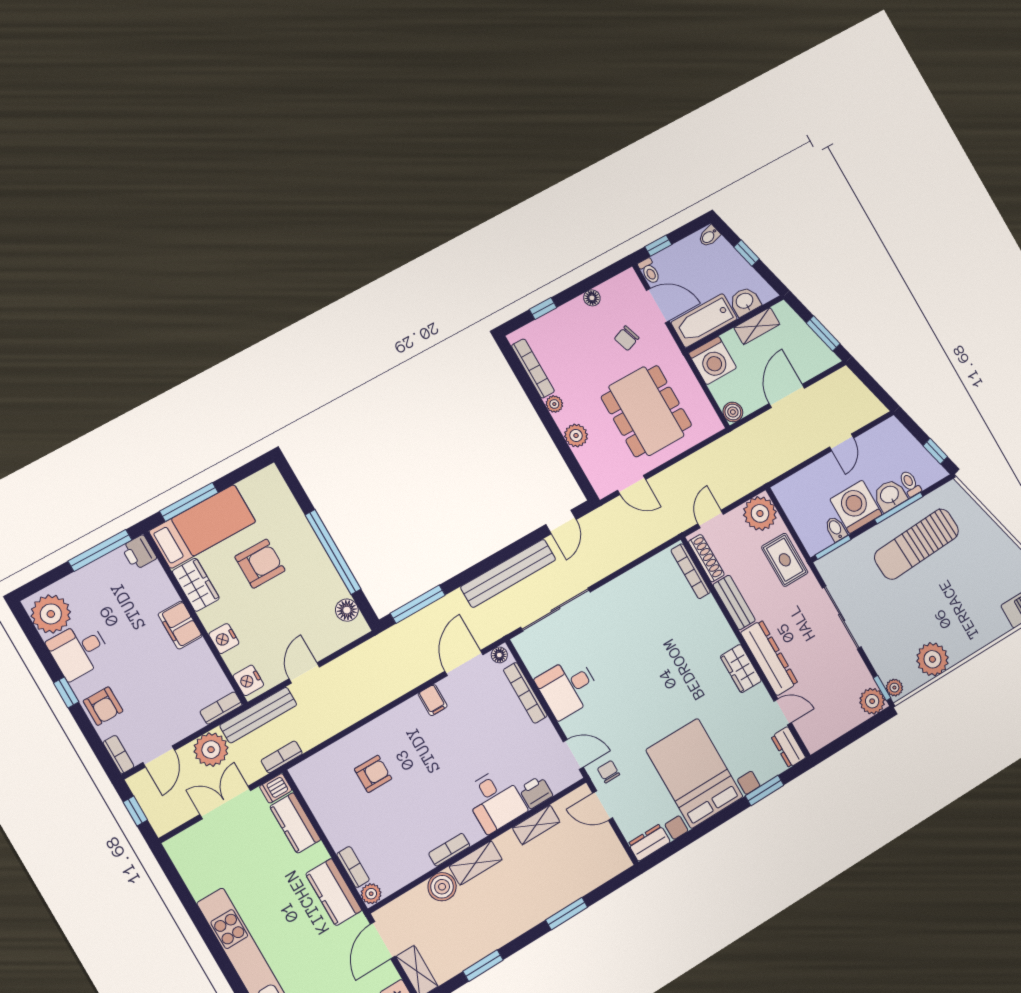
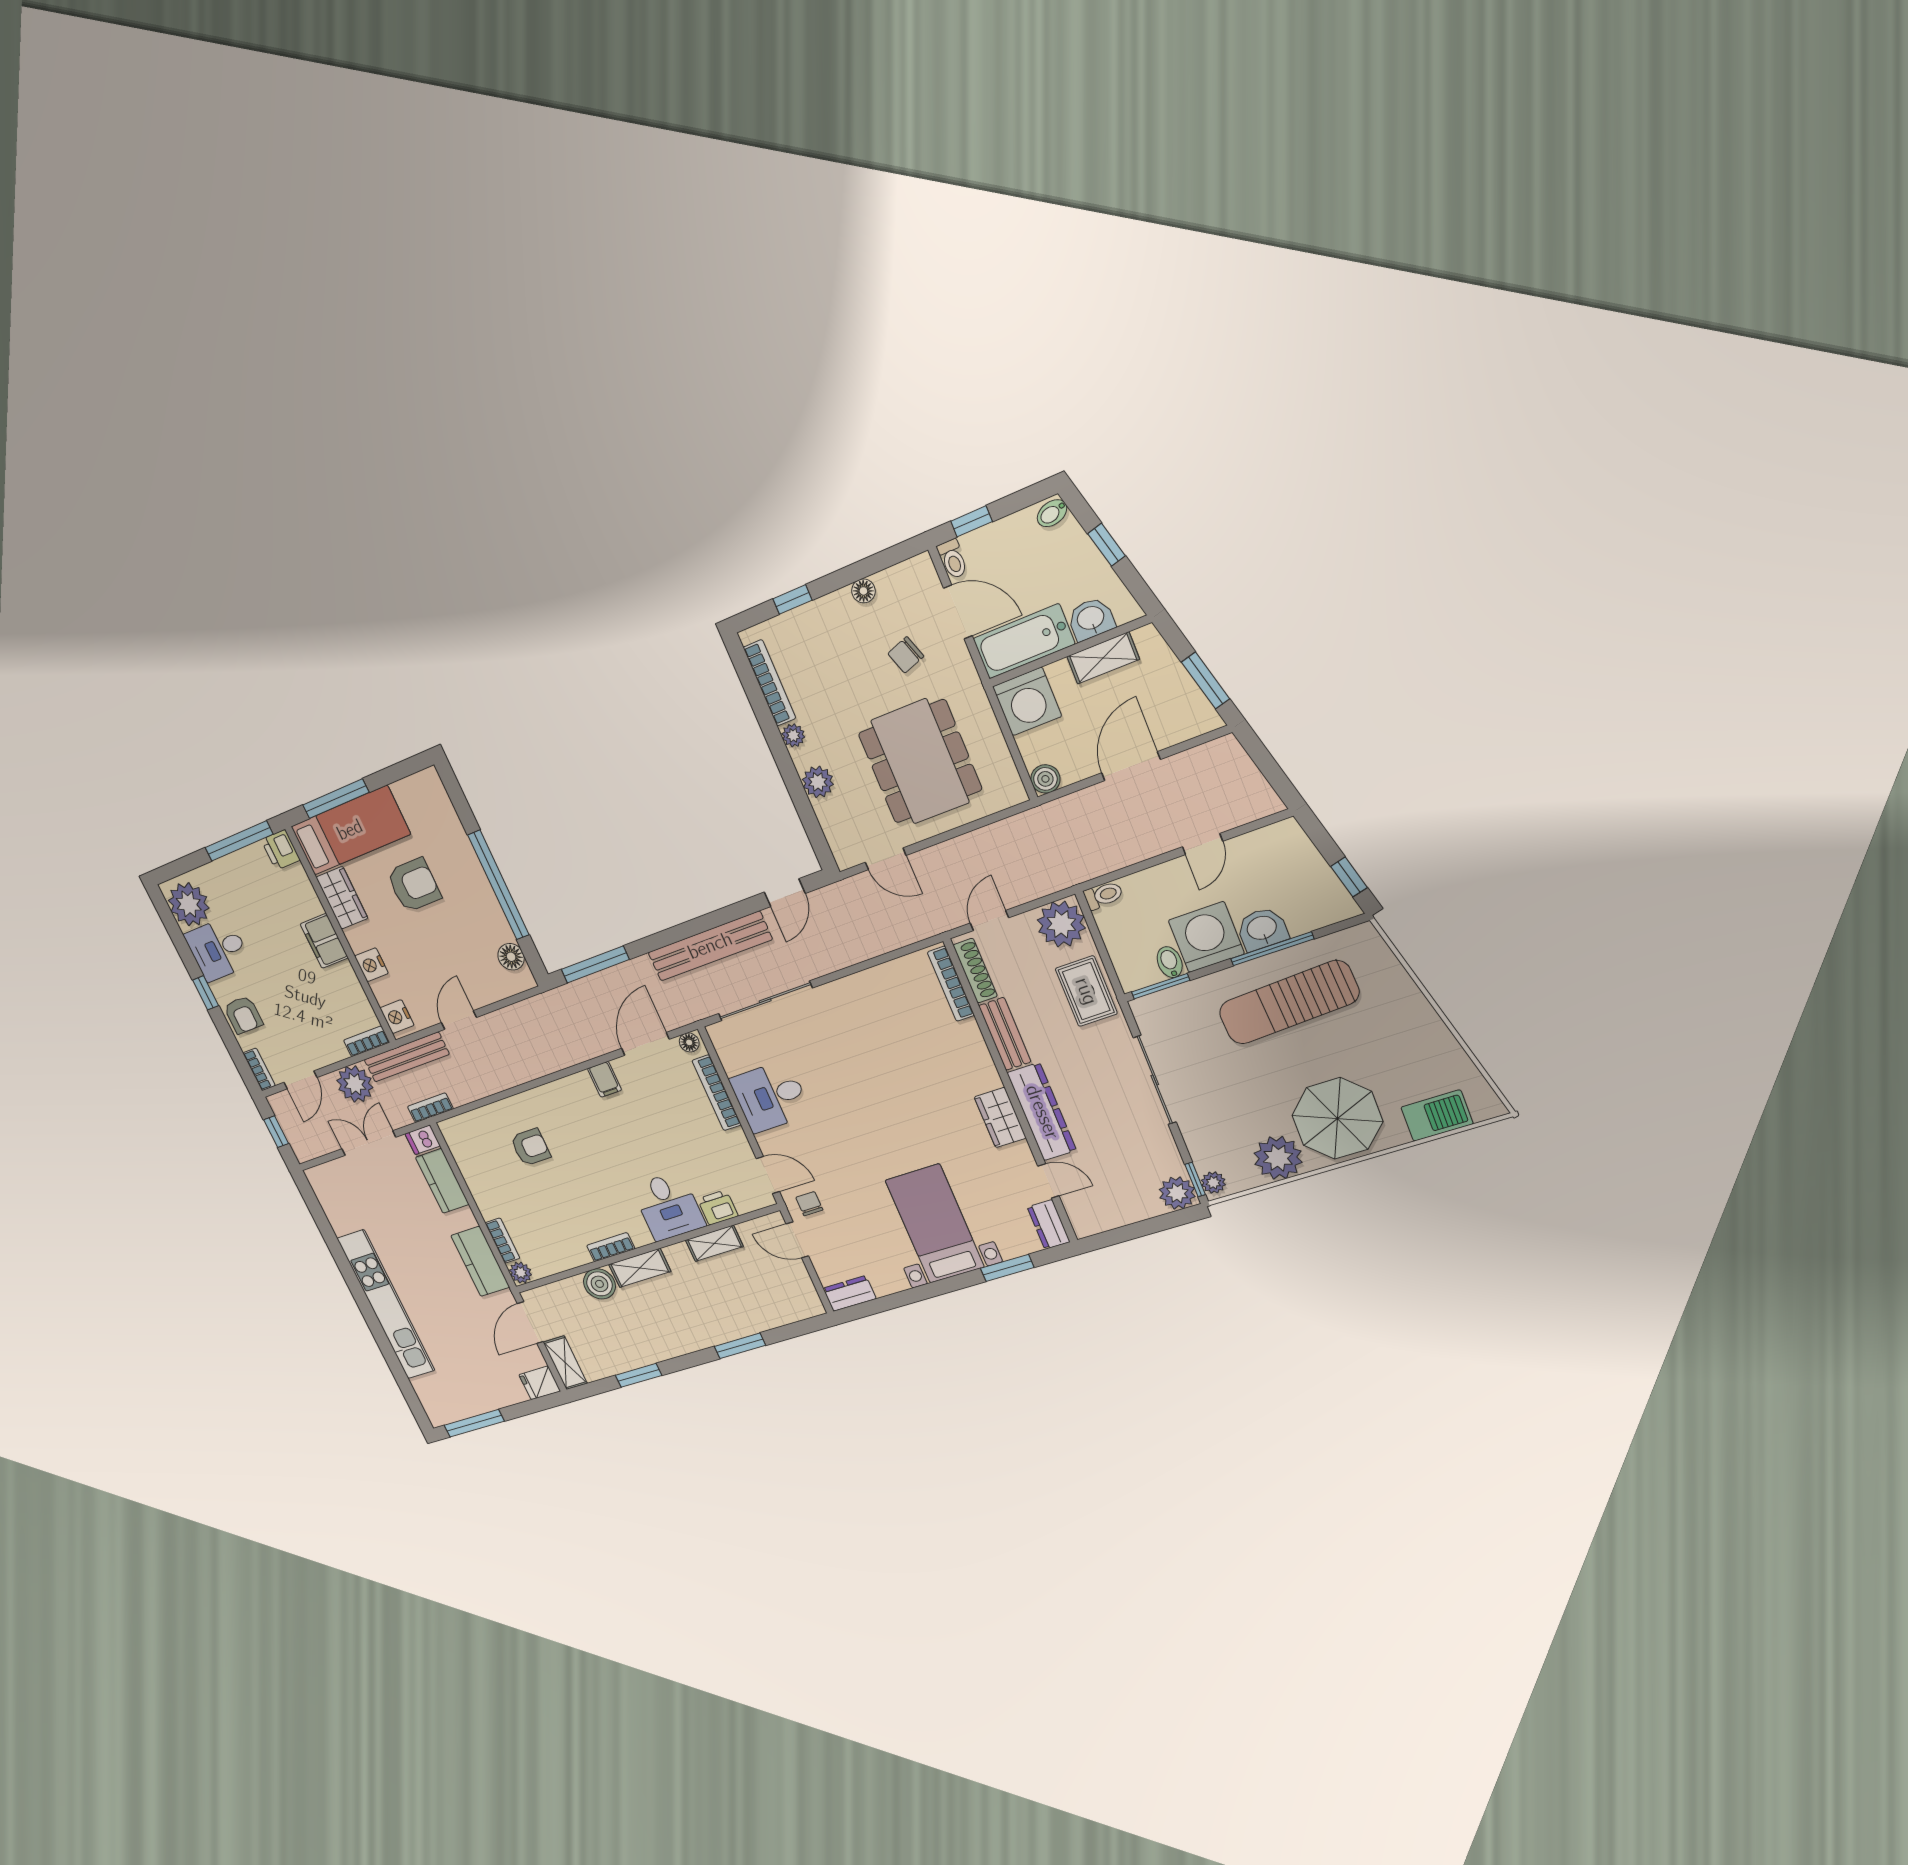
toilet: (910, 484) -> (1103, 895), moved, turned 90
parasol: (964, 622) -> (1337, 1118), added
bed with nightstands: (694, 773) -> (935, 1224), width x0.73

